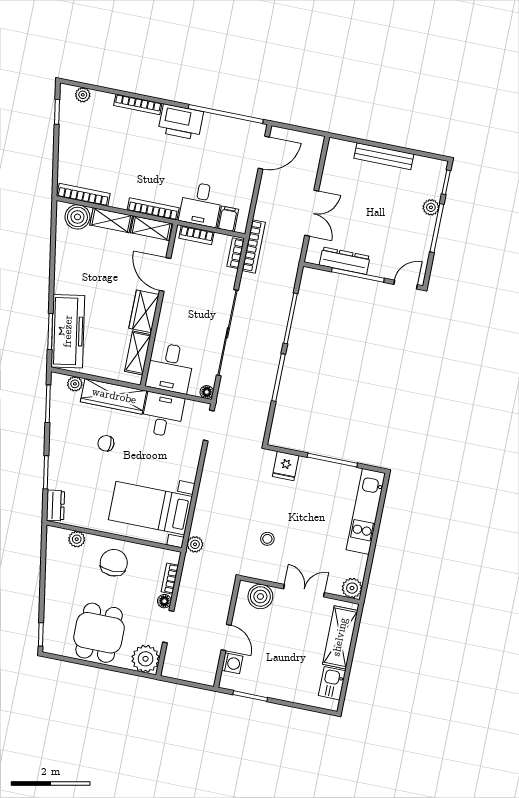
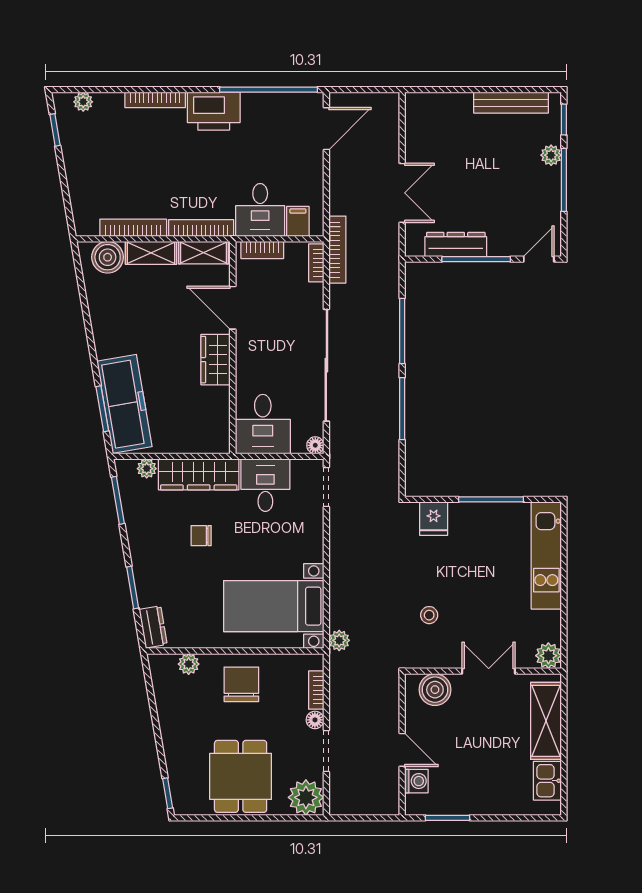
bench: (384, 156) -> (511, 103), moved
bookcase: (83, 195) -> (133, 228), moved
shelving: (138, 353) -> (218, 413), removed

